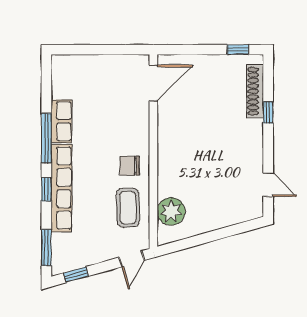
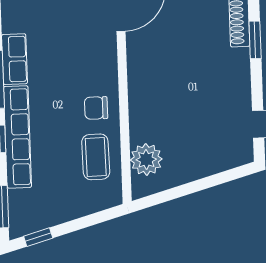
window: (268, 112) -> (255, 40), width x1.50
door: (132, 259) -> (102, 216), removed

